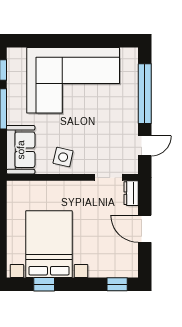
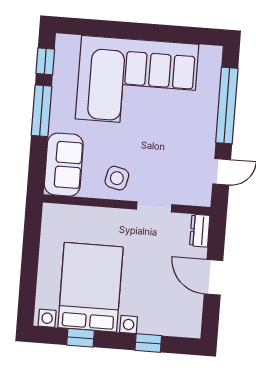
doorway: (109, 177) -> (154, 207), moved
window: (117, 284) -> (148, 343), moved

